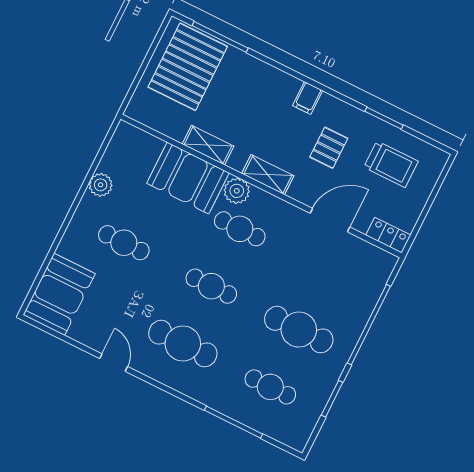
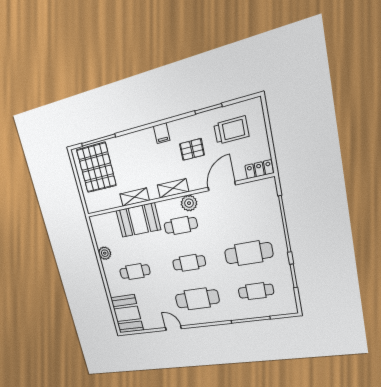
pallet: (329, 148) -> (192, 149), turned 90
plant: (237, 191) -> (189, 203), moved

